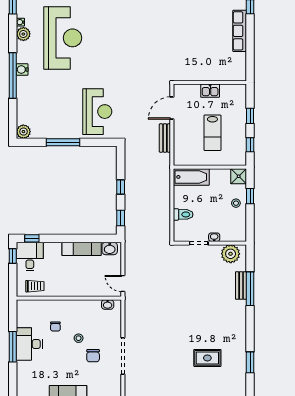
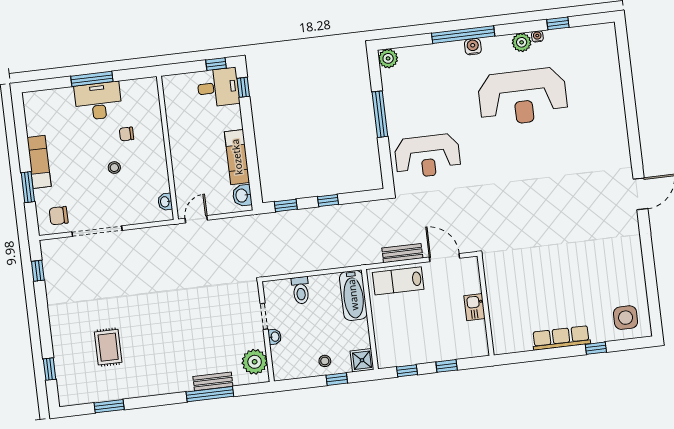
lab bench: (212, 133) -> (398, 281), moved
trolley: (35, 286) -> (178, 99), removed
chair: (93, 356) -> (59, 216), moved

